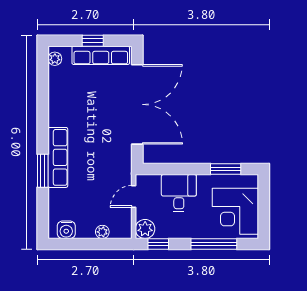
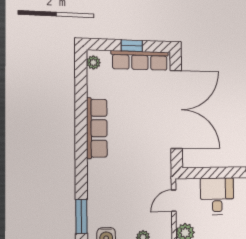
row of seats: (58, 157) -> (97, 128), moved
window: (43, 171) -> (81, 216), moved

